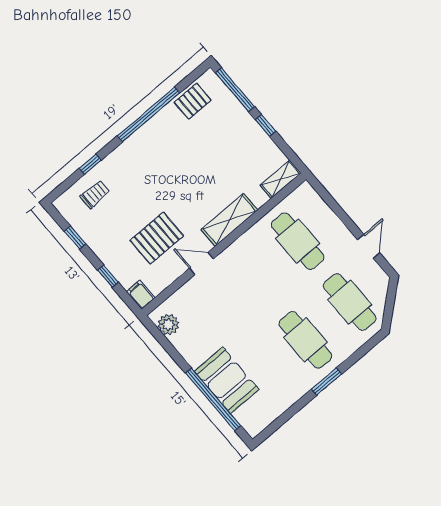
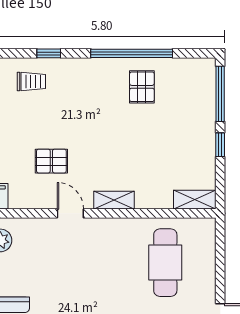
pallet: (193, 101) -> (142, 87), moved, turned 90
shelving: (229, 220) -> (114, 200), width x0.67, depth x0.75
pallet: (157, 238) -> (51, 161), width x0.67, depth x0.71

